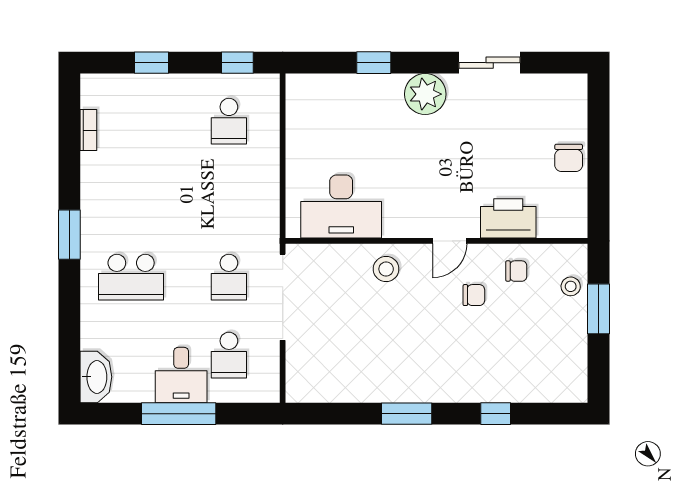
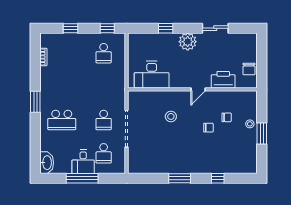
desk: (341, 206) -> (152, 75), moved
printer: (508, 218) -> (223, 80), moved
wall: (436, 241) -> (192, 89), moved
door: (450, 241) -> (198, 89), moved

